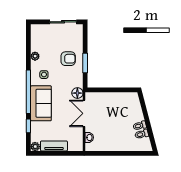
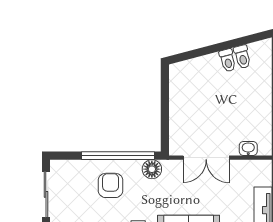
window: (85, 63) -> (118, 156), width x2.11
floor lamp: (77, 93) -> (152, 169), moved

